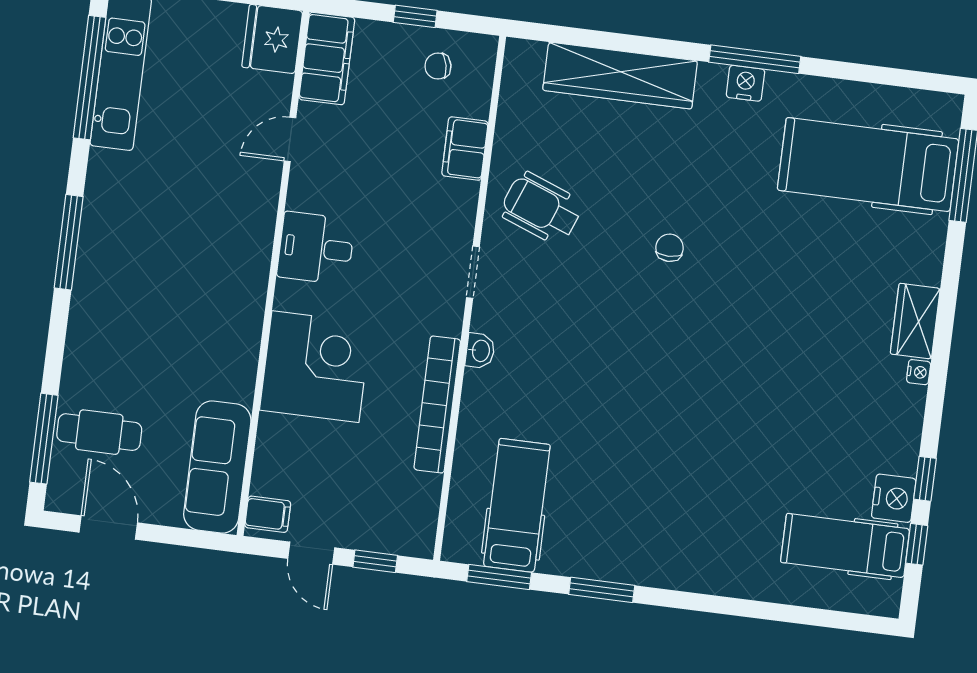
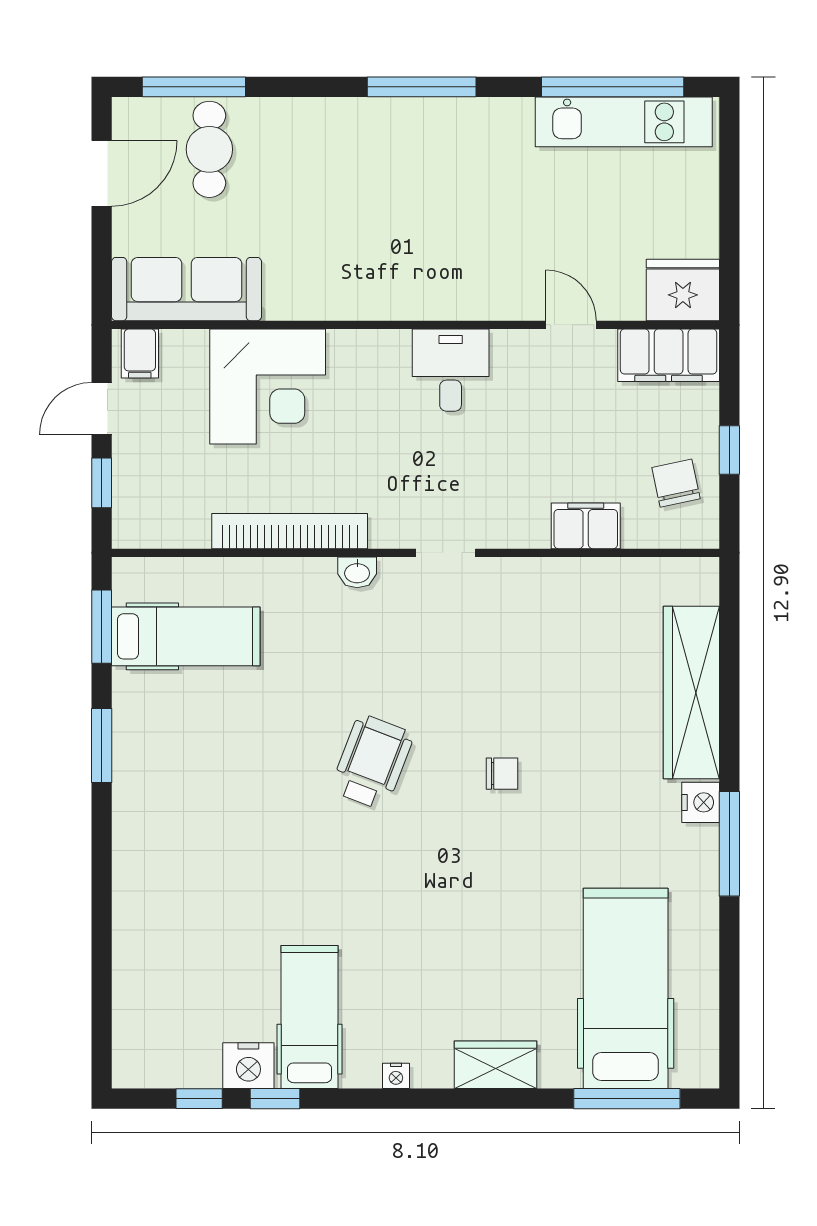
chair: (438, 66) -> (676, 483), width x1.37, depth x1.37
nightstand: (745, 83) -> (701, 802), moved
wheelchair: (541, 208) -> (372, 762), moved
wardrobe: (915, 321) -> (496, 1065), moved
corner desk: (315, 367) -> (268, 387), moved
hospital bed: (845, 546) -> (309, 1017), moved

